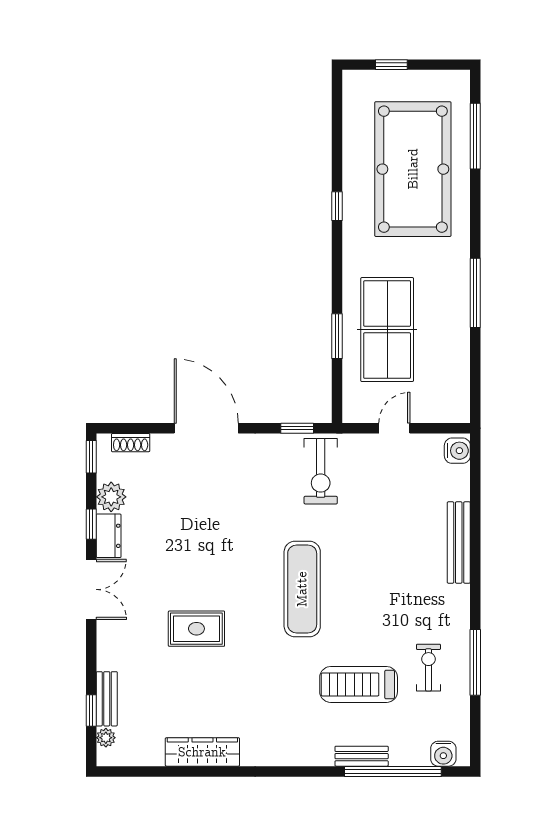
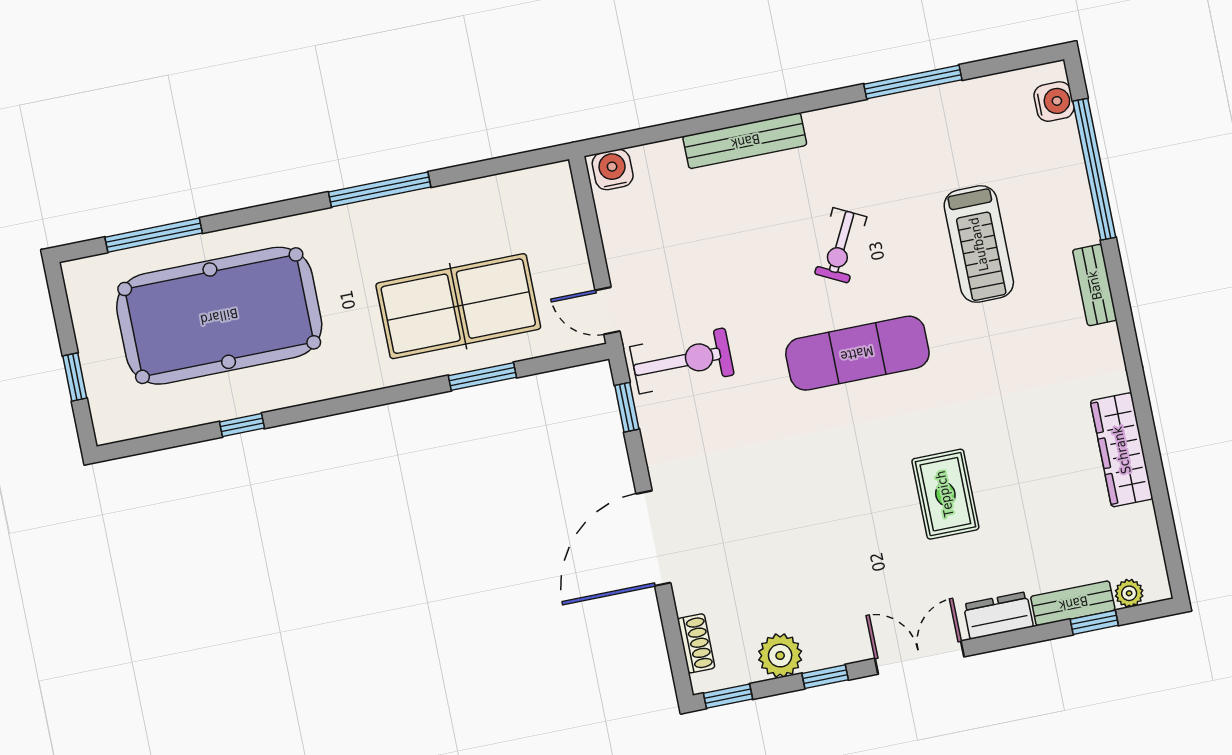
window: (337, 206) -> (242, 425), moved
door: (394, 428) -> (607, 311), moved
dresser: (109, 536) -> (998, 615), moved
exercise bike: (428, 668) -> (841, 245), moved, turned -63
bench: (362, 756) -> (1095, 285), moved

